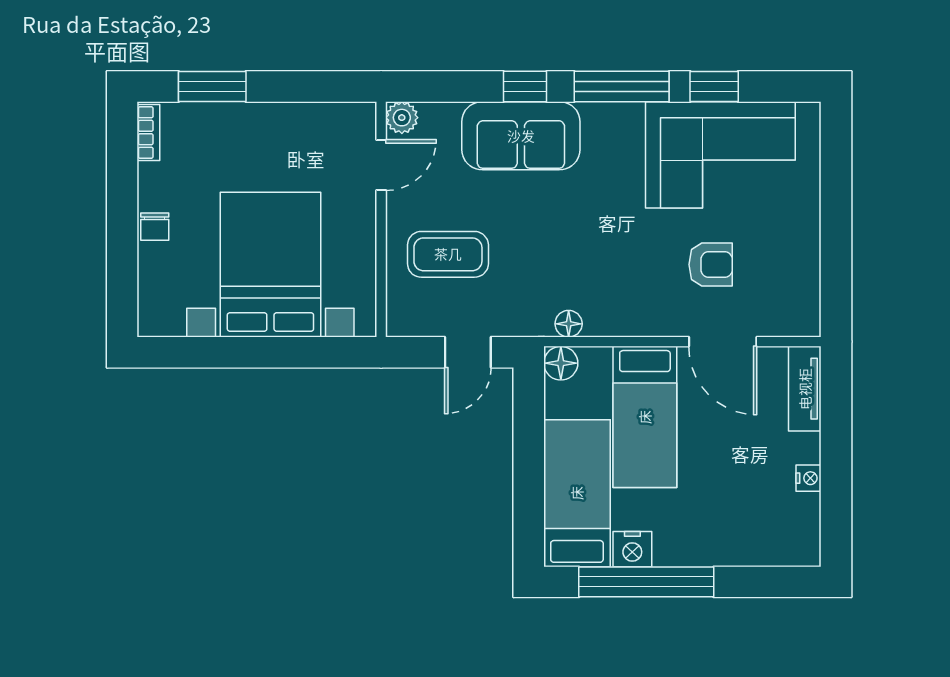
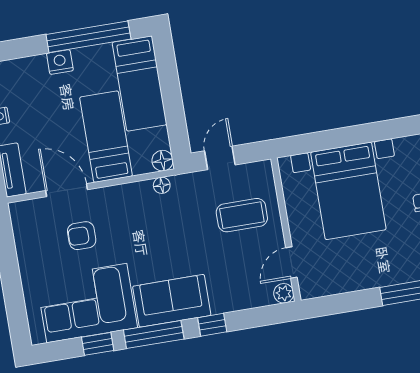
sofa: (521, 136) -> (172, 301), moved
nightstand: (632, 549) -> (60, 62), moved

